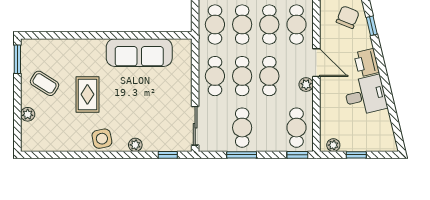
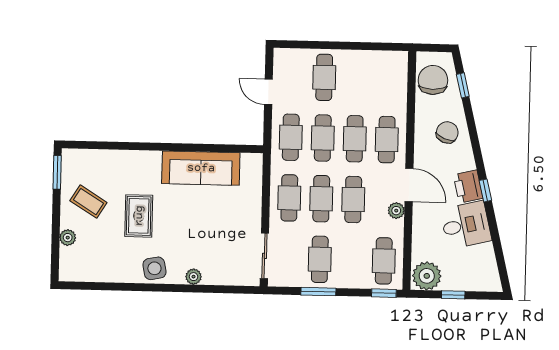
window: (372, 26) -> (485, 190), moved
plant: (333, 145) -> (427, 276), width x1.87, depth x1.87
window: (168, 155) -> (231, 289), removed

